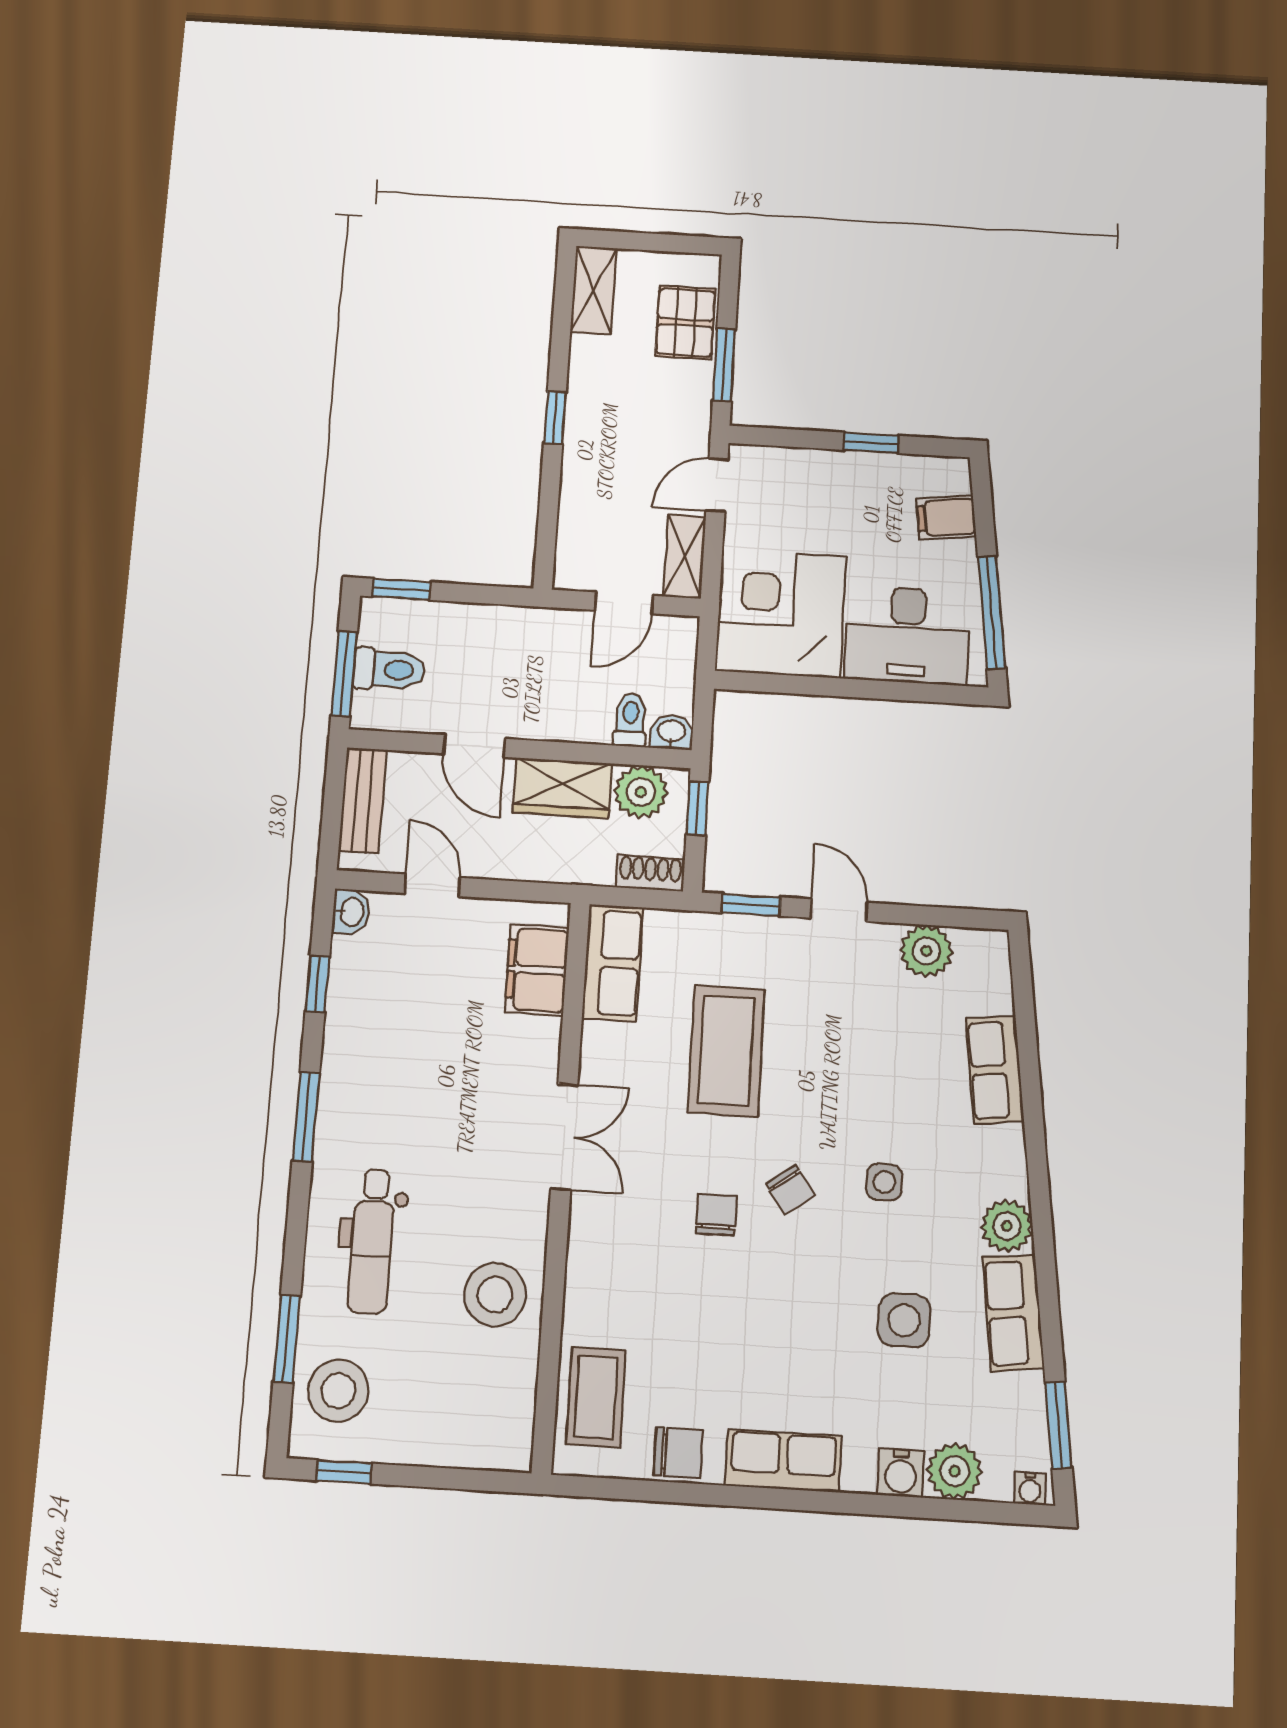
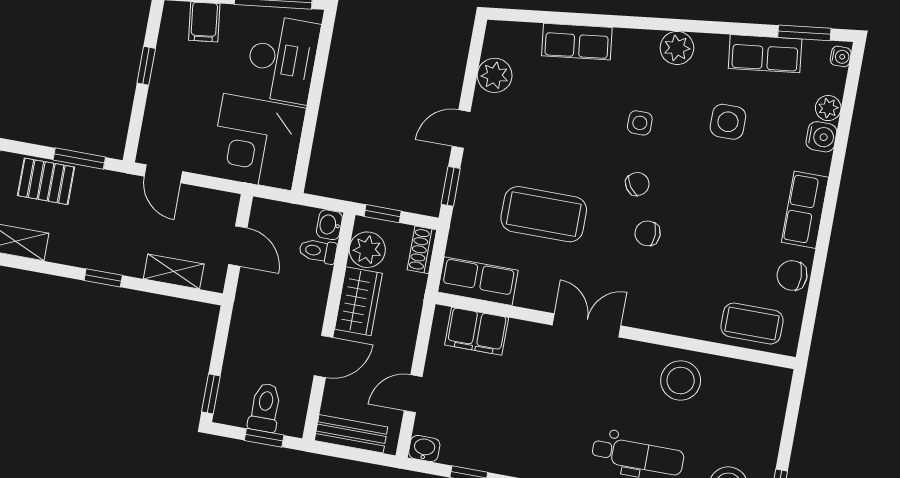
shelving: (684, 557) -> (174, 271), moved
window: (344, 674) -> (264, 438), width x0.67
row of seats: (1013, 1313) -> (765, 54), moved
chair: (678, 1452) -> (792, 275), turned -90
plant: (955, 1471) -> (828, 108), width x0.73, depth x0.73

